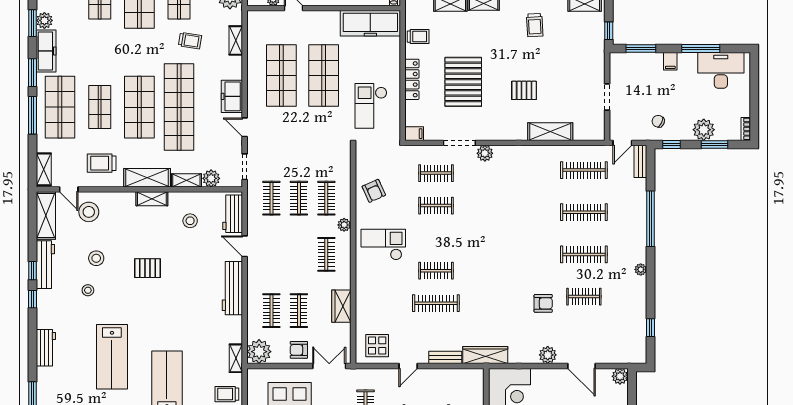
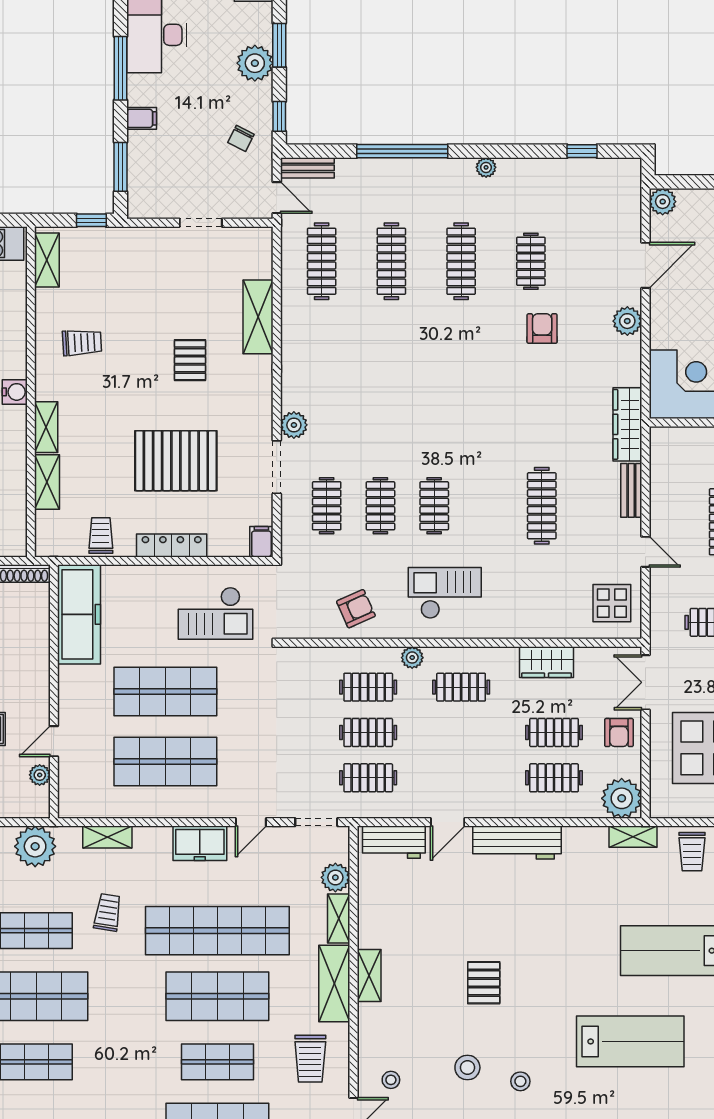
stool: (89, 212) -> (391, 1080), width x0.53, depth x0.53
stool: (190, 221) -> (405, 912), removed
checkout: (383, 245) -> (445, 593), turned 90
clothes rail: (436, 271) -> (434, 506), moved

